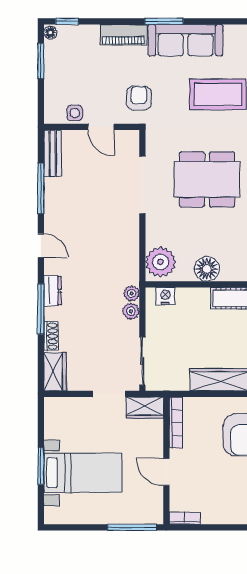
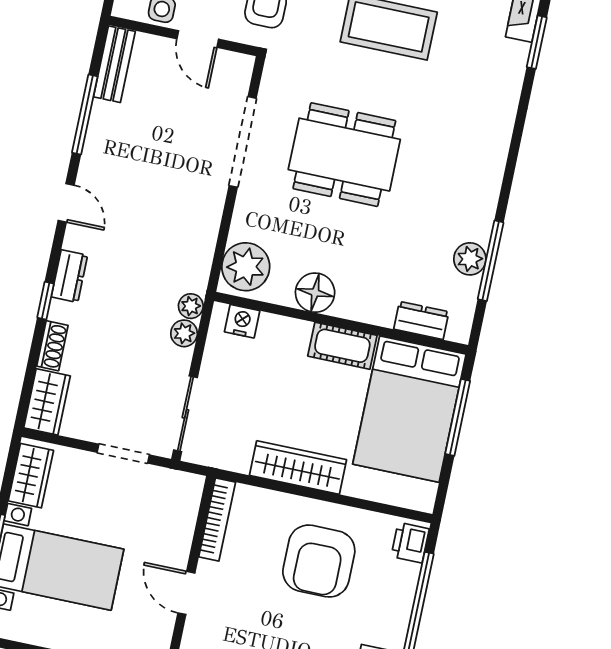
window: (41, 309) -> (46, 301), width x0.46
wardrobe: (145, 408) -> (31, 476), moved, turned -90

